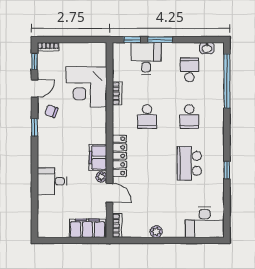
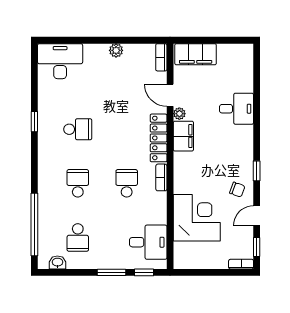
desk: (146, 59) -> (148, 242), moved, turned -90
bookcase: (117, 93) -> (161, 177), moved
school desk: (189, 163) -> (78, 129), width x0.54

